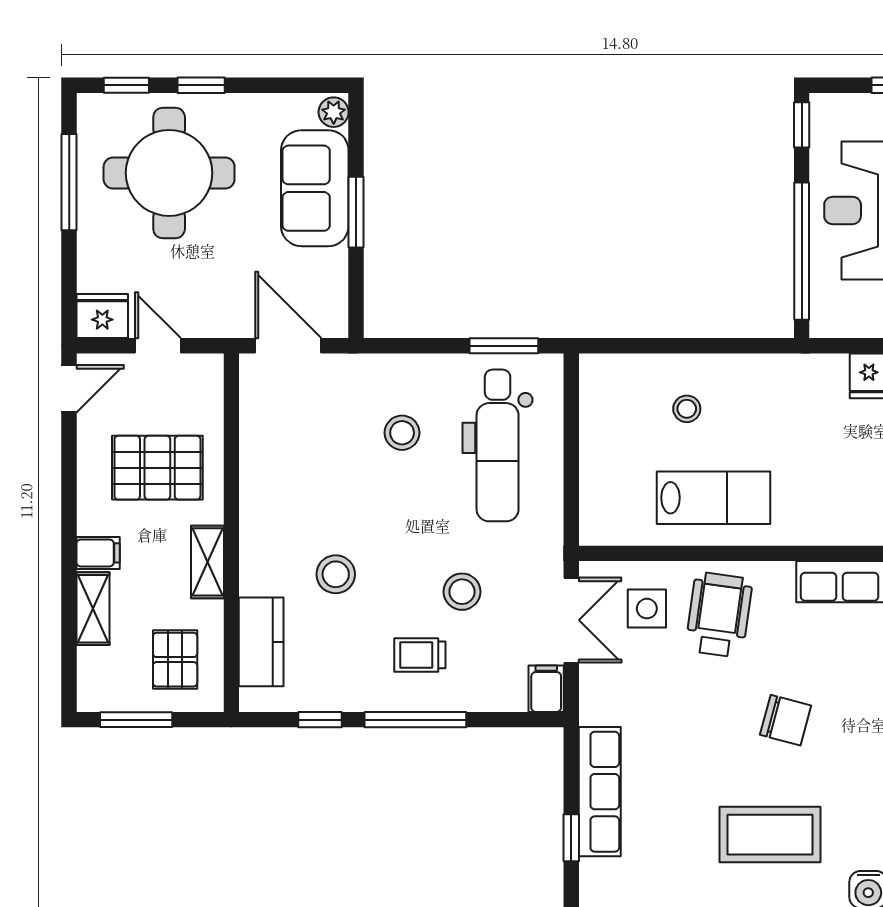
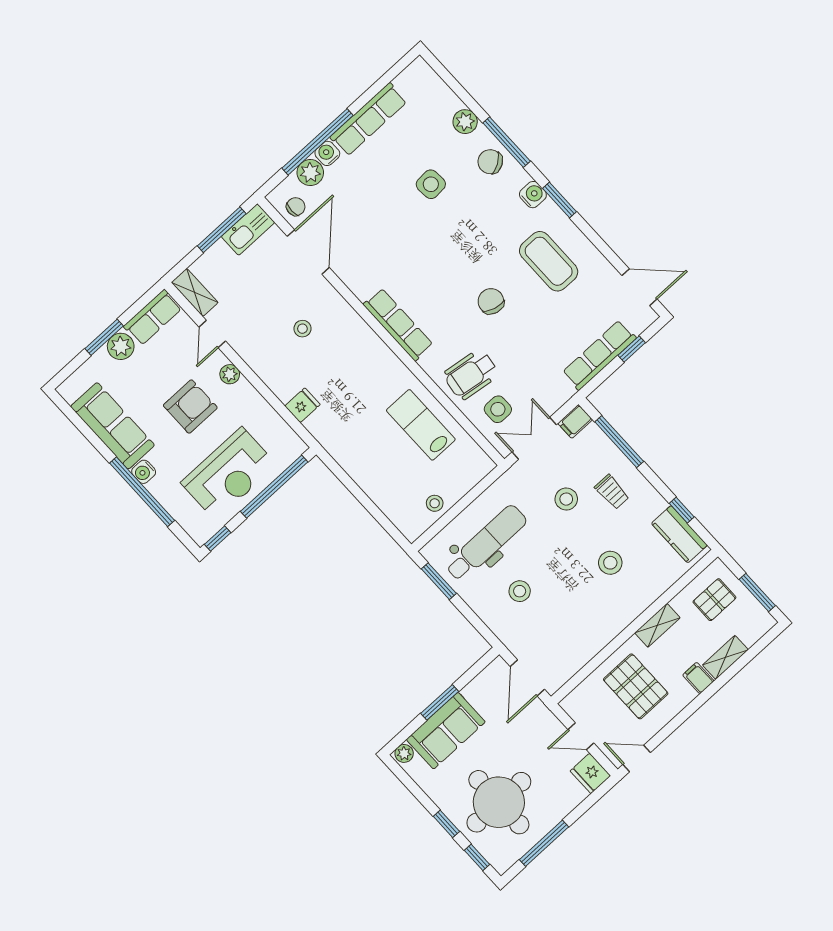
door: (158, 346) -> (581, 736), hinge flipped
stool: (687, 409) -> (435, 503), moved
kitchen counter: (261, 642) -> (679, 534), moved, turned -90
window: (415, 720) -> (619, 442), moved

